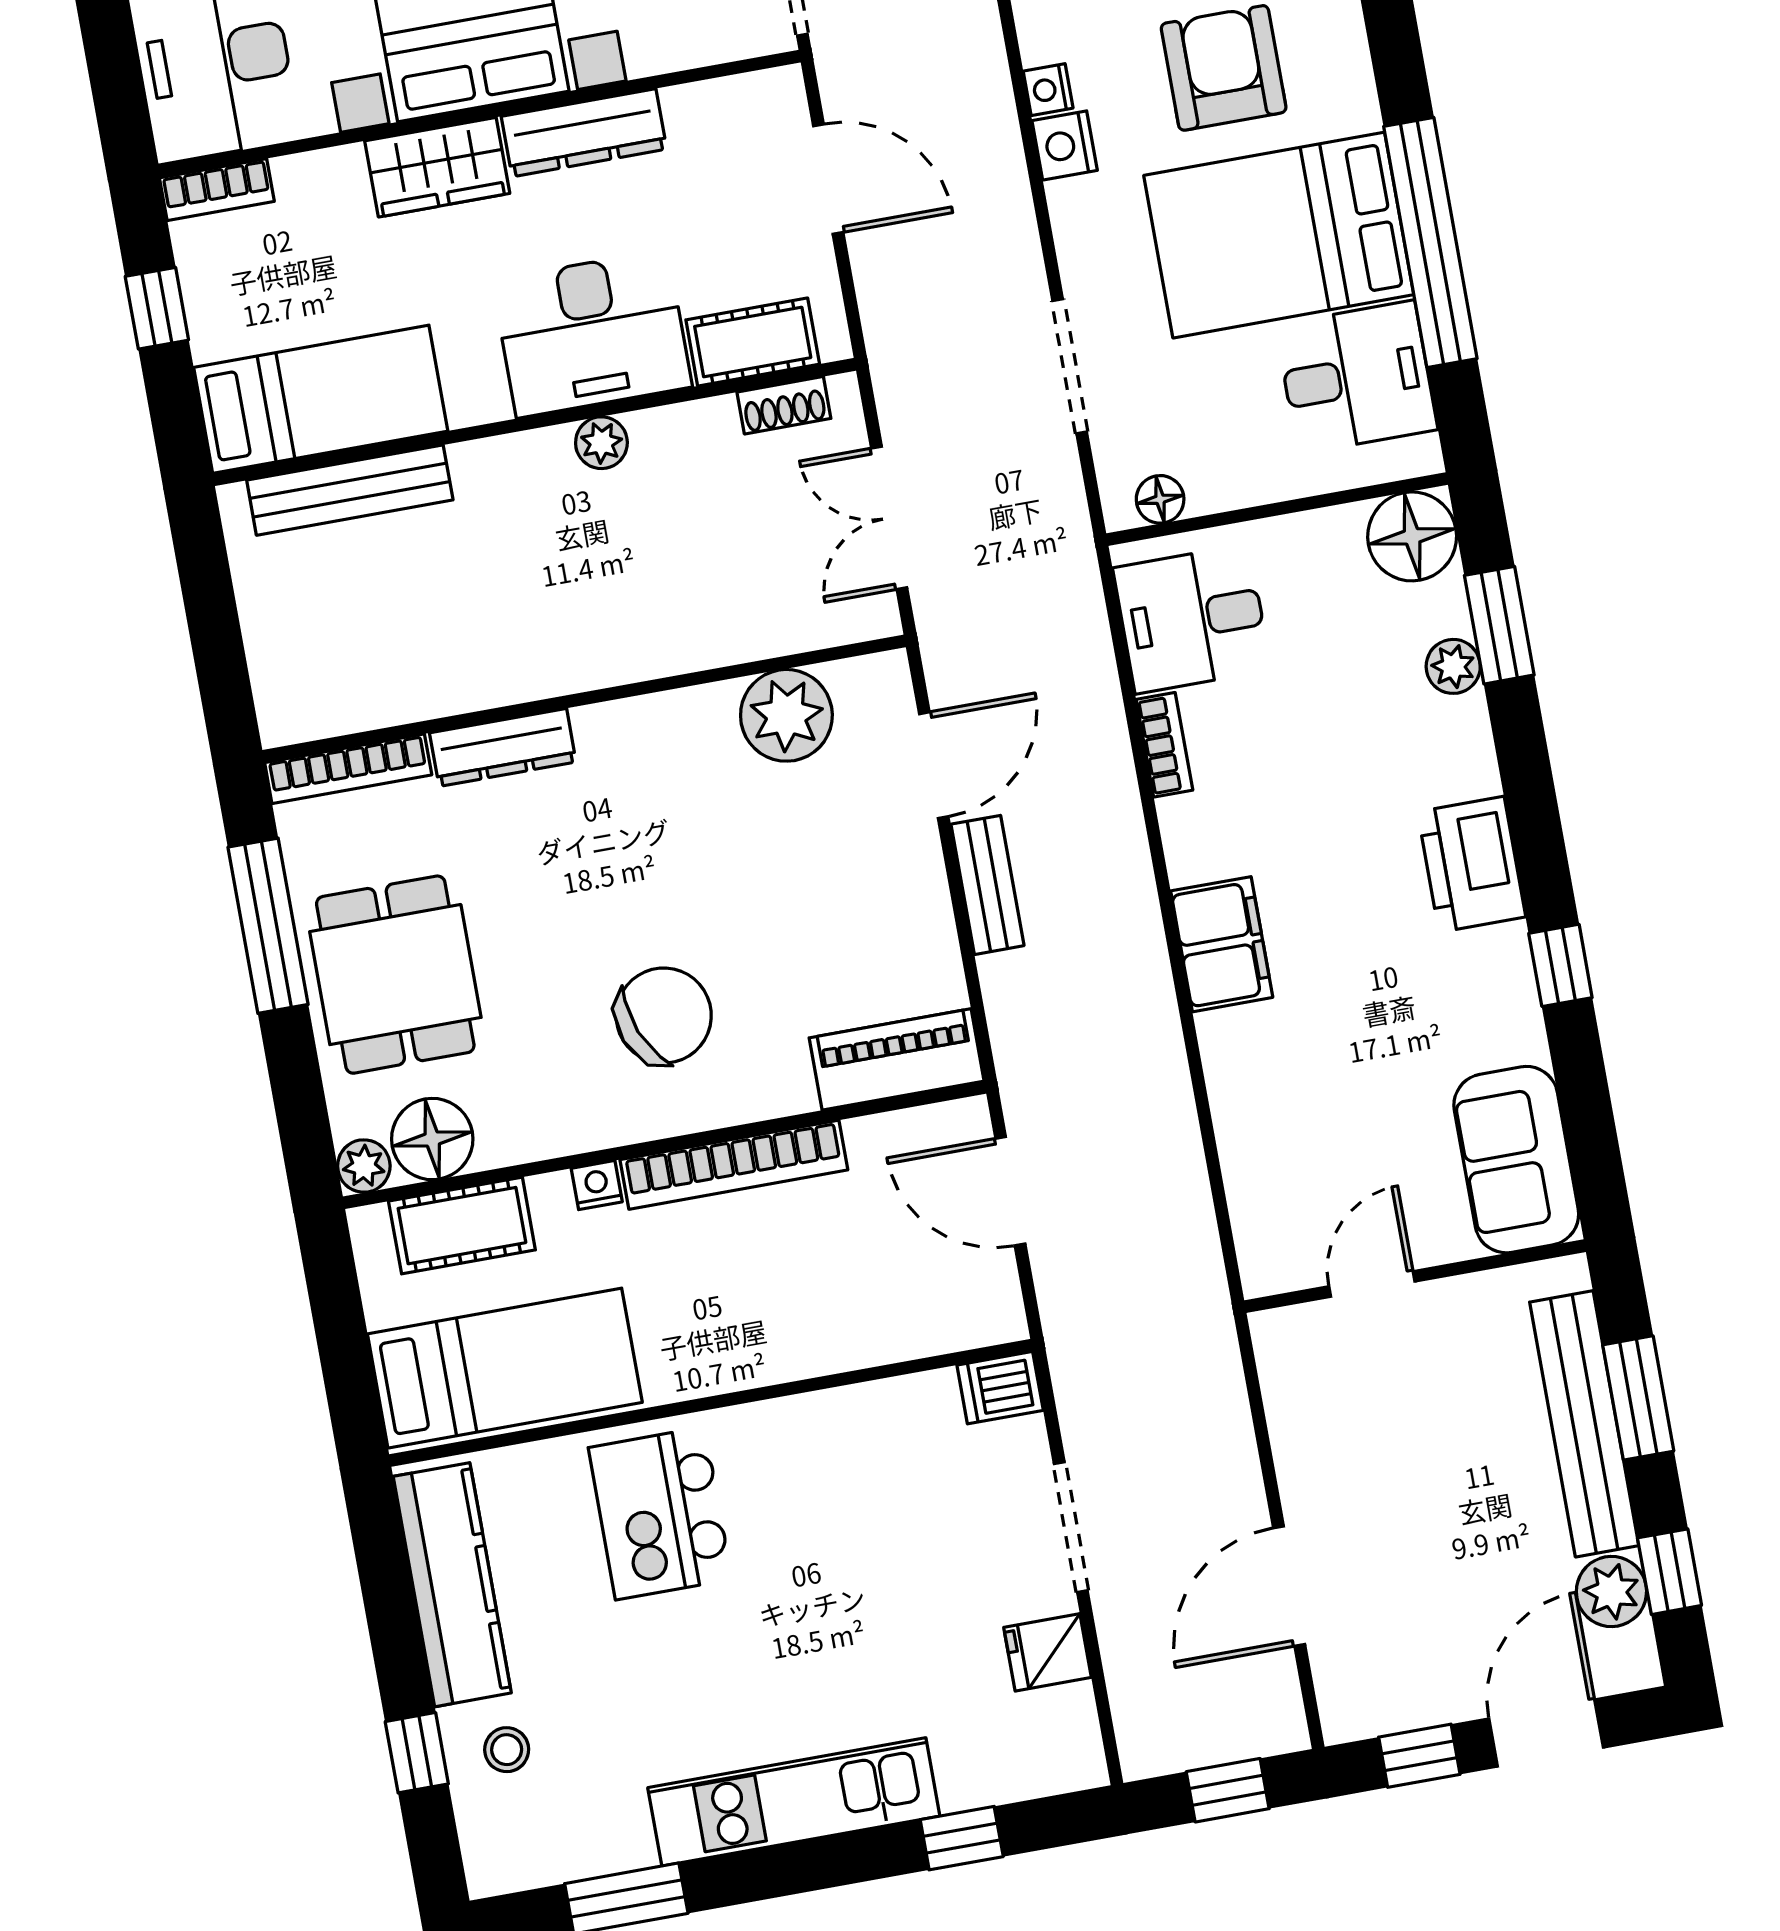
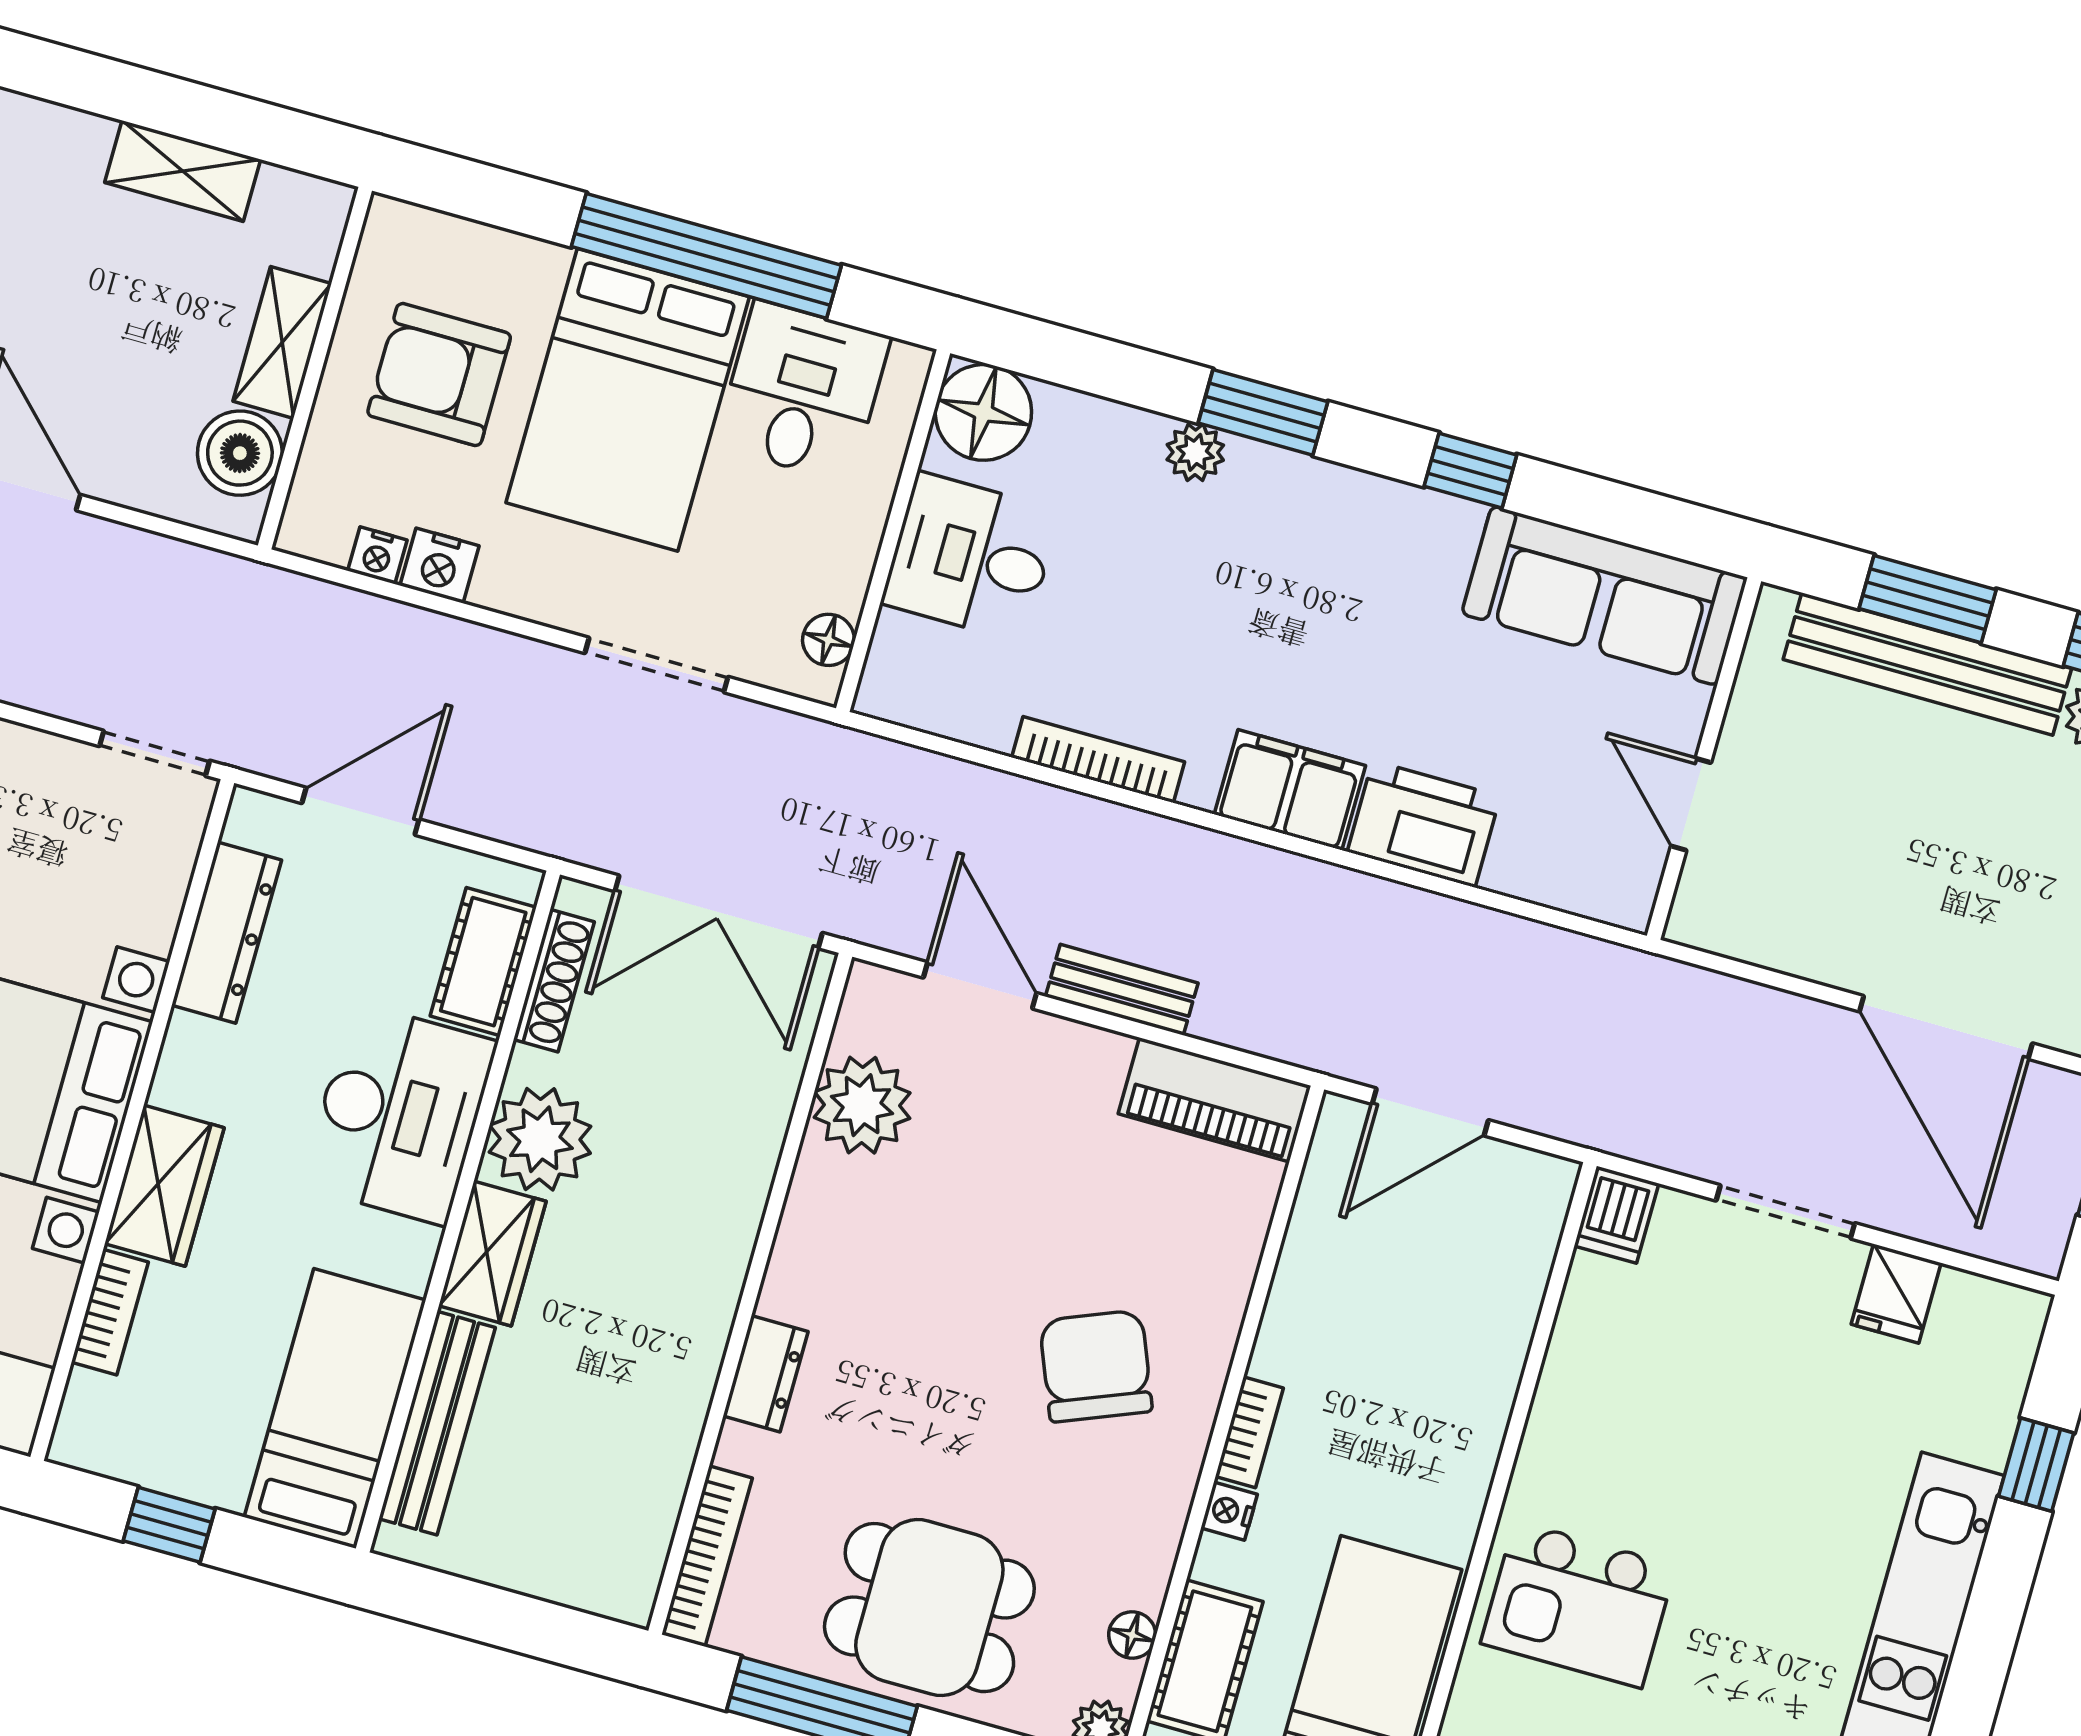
dresser: (584, 133) -> (227, 933), moved
bookcase: (217, 190) -> (110, 1312), moved
shoe rack: (784, 405) -> (554, 981), width x1.43
plant: (601, 443) -> (540, 1139), width x1.88, depth x1.88
wardrobe: (513, 468) -> (492, 1253), added
double door: (889, 518) -> (719, 912), width x1.37
desk: (1192, 619) -> (971, 557), moved, turned 90
window: (1499, 625) -> (1263, 412), moved
plant: (1453, 666) -> (1195, 452), moved
bookcase: (1164, 745) -> (1098, 760), width x1.56
dresser: (503, 747) -> (766, 1374), width x0.70
printer: (1471, 864) -> (1424, 824), moved, turned 180
piano: (897, 1059) -> (1214, 1100), moved, turned -90
floor lamp: (432, 1139) -> (1132, 1635), width x0.53, depth x0.53
sofa: (1516, 1160) -> (1604, 596), width x1.36
bookcase: (734, 1165) -> (1249, 1432), width x0.43, depth x0.76
door: (1289, 1586) -> (1946, 1027), width x1.36

